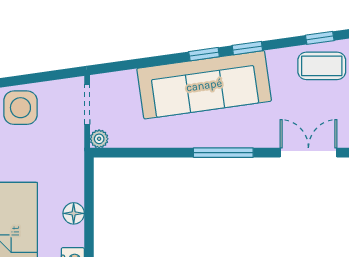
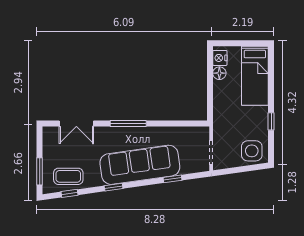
window: (204, 54) -> (173, 179), moved
plant: (99, 139) -> (204, 132), removed
floor lamp: (74, 213) -> (219, 73), moved

